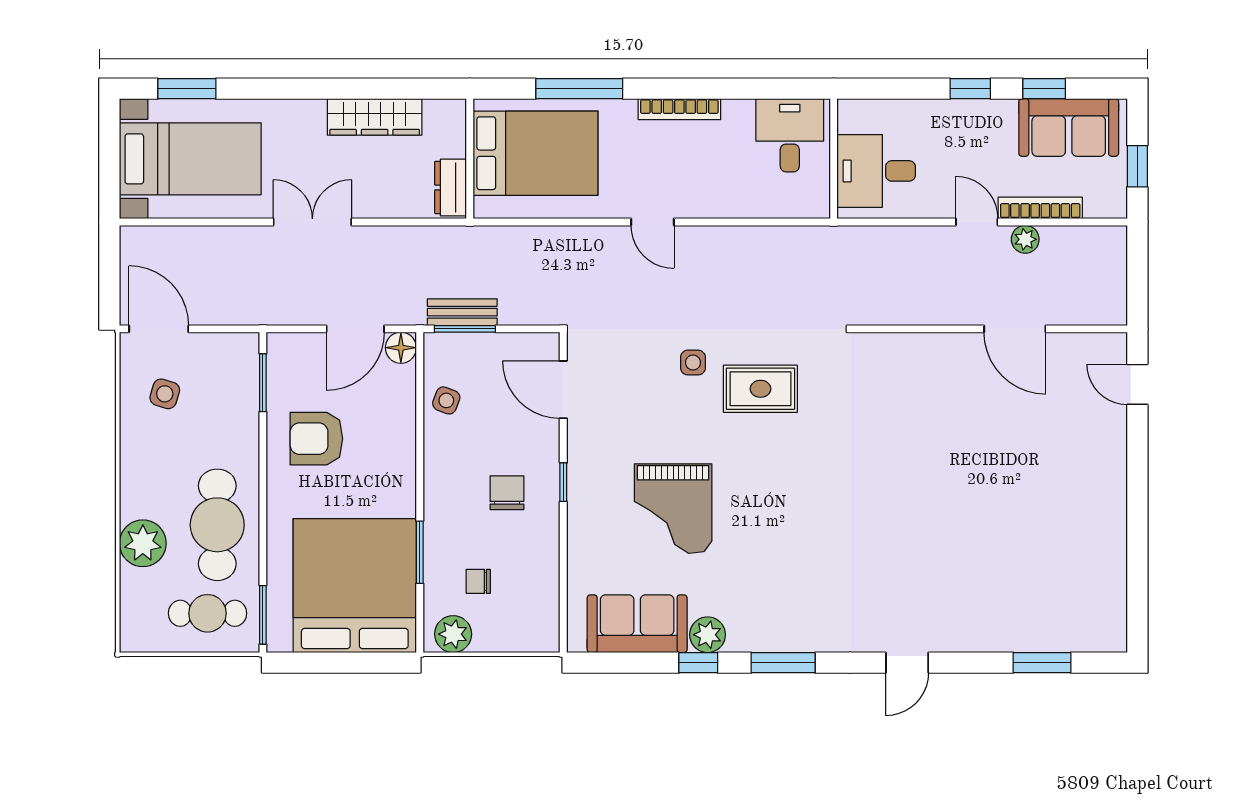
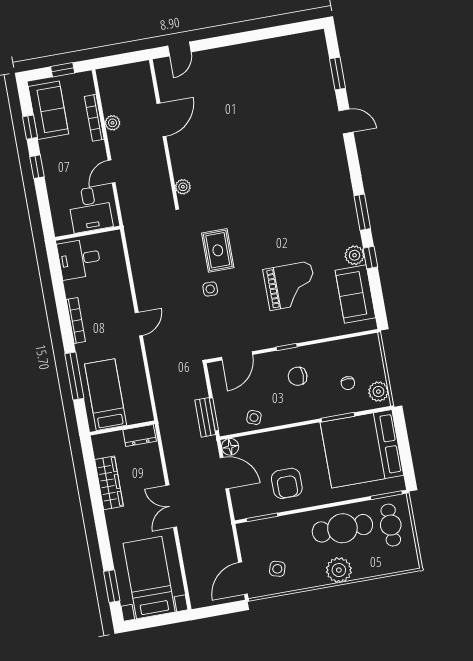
bed: (536, 153) -> (106, 395), width x0.67
door: (977, 222) -> (112, 172), moved
plant: (887, 346) -> (183, 187), added
plant: (143, 543) -> (339, 570), moved
door: (907, 663) -> (346, 121), moved

